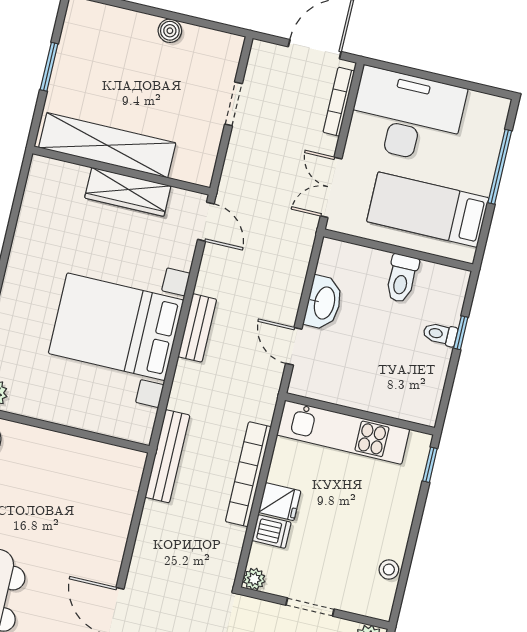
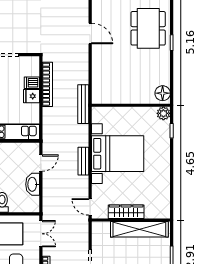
door: (294, 346) -> (41, 163), hinge flipped
bookcase: (248, 474) -> (47, 84), moved
plant: (254, 579) -> (35, 61), removed

